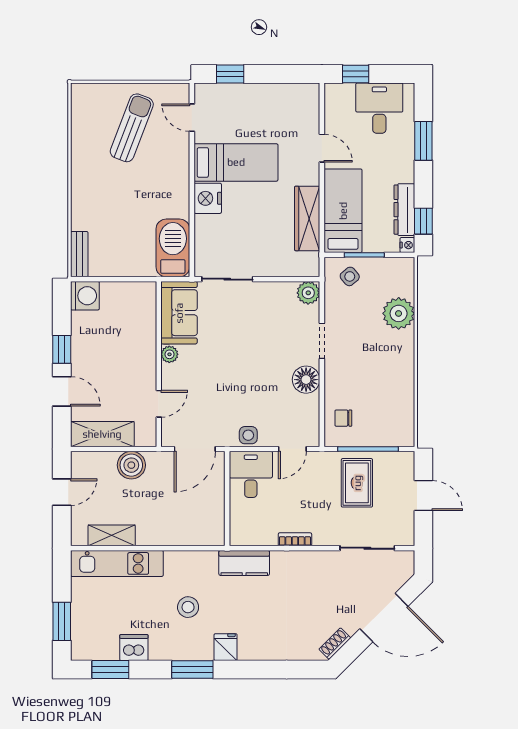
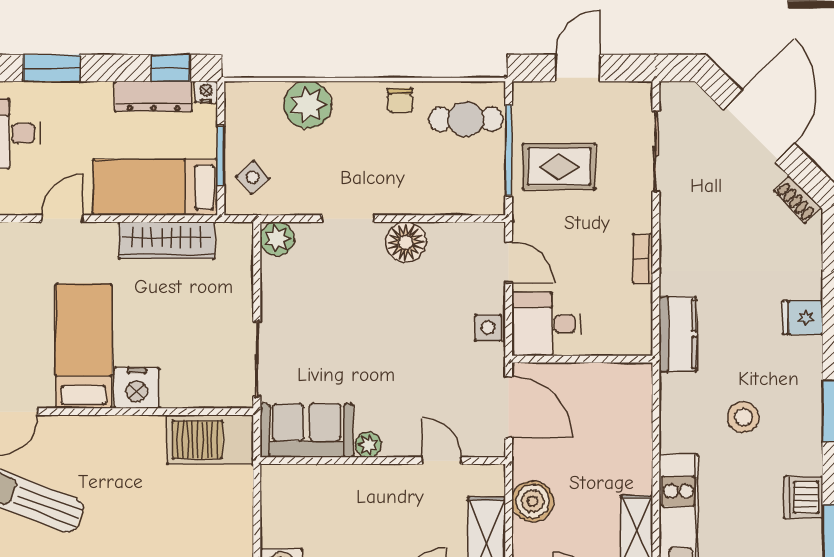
chair: (343, 418) -> (400, 101), moved
cafe table: (389, 420) -> (466, 119), added
fridge: (226, 647) -> (803, 318), moved

